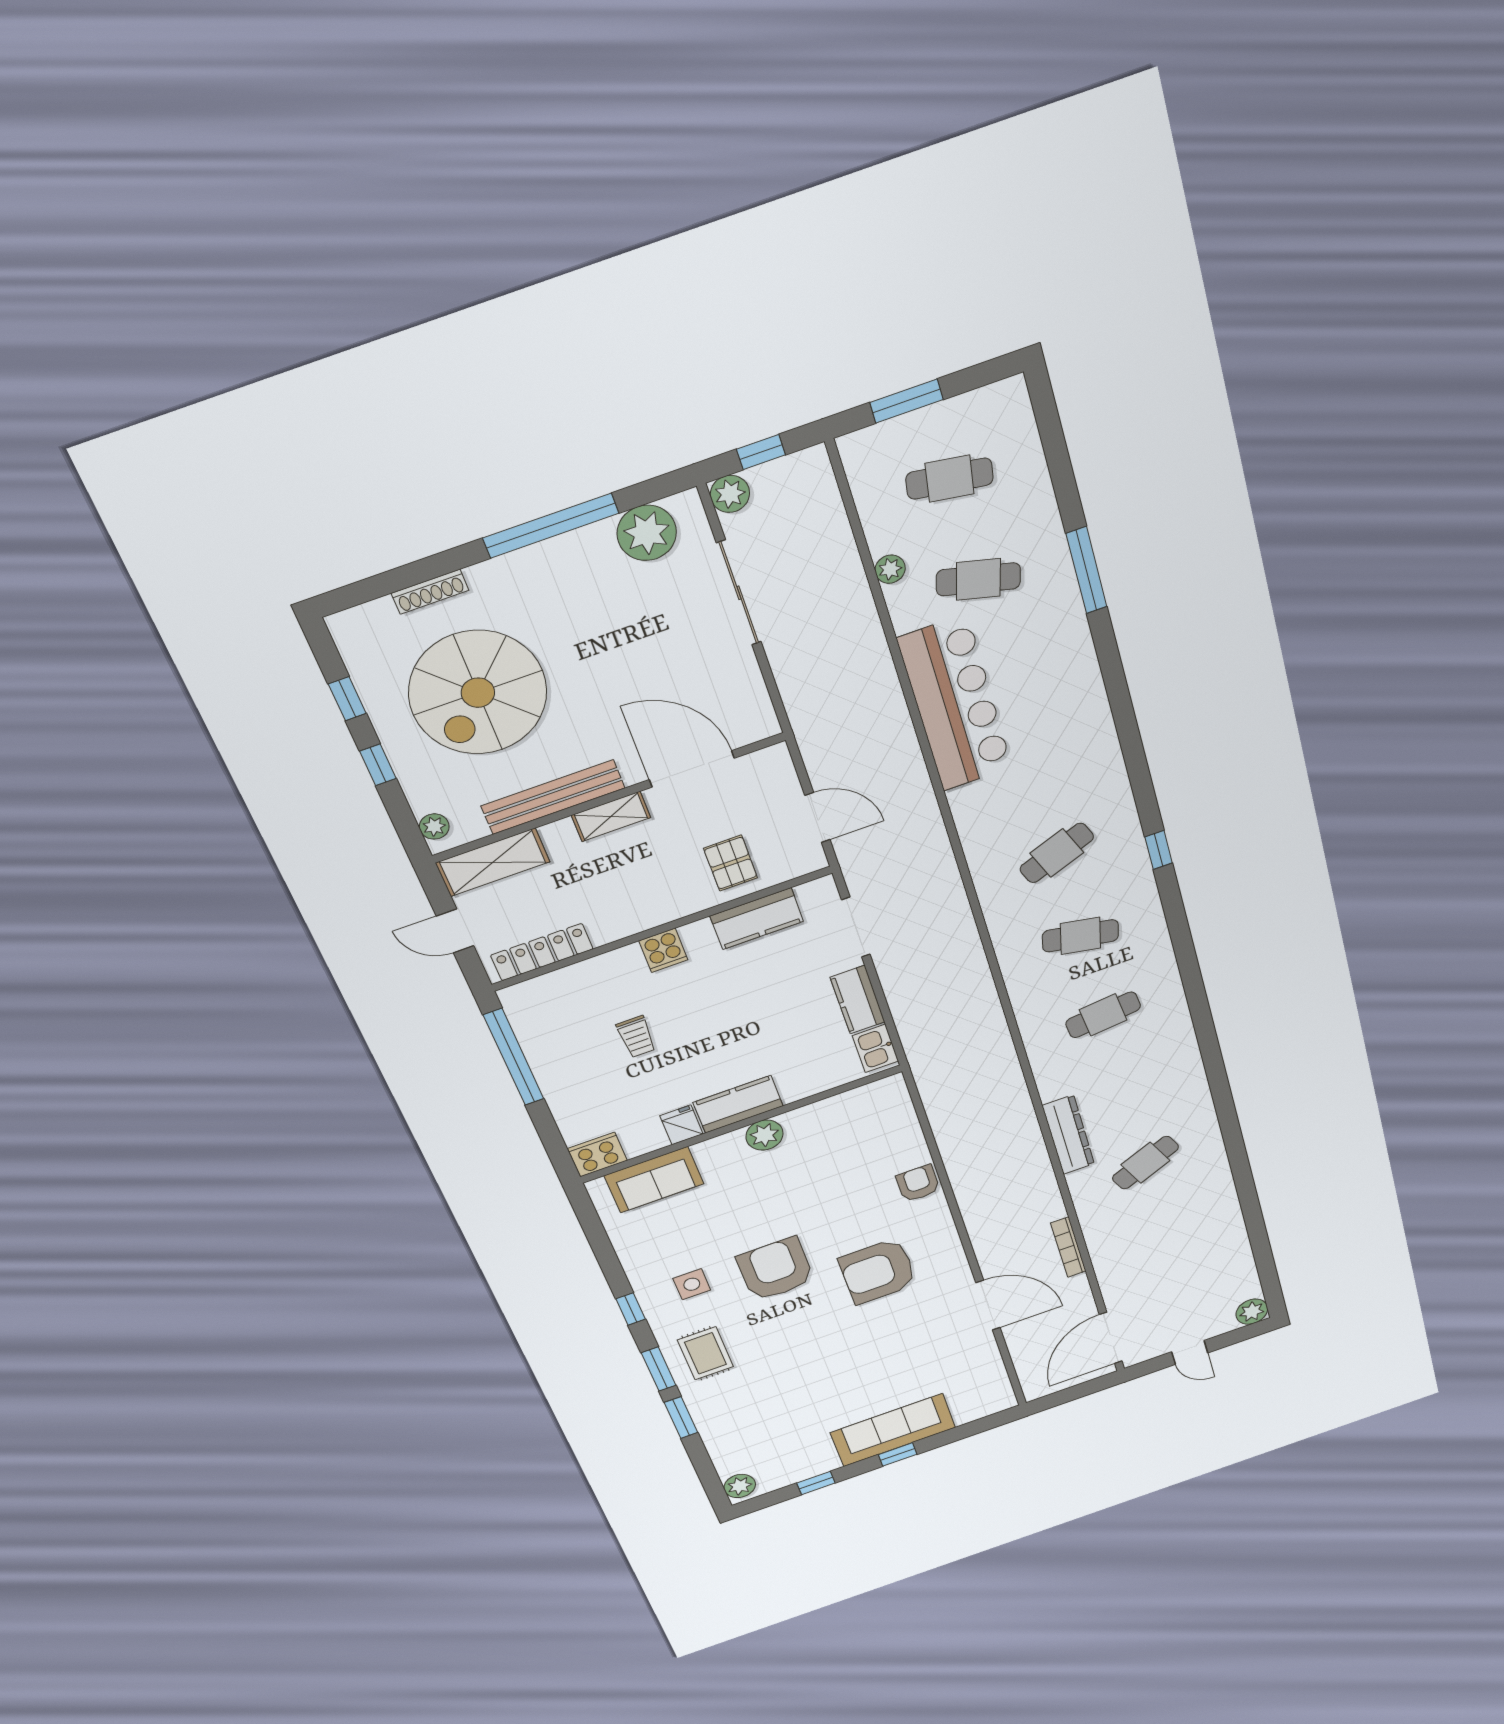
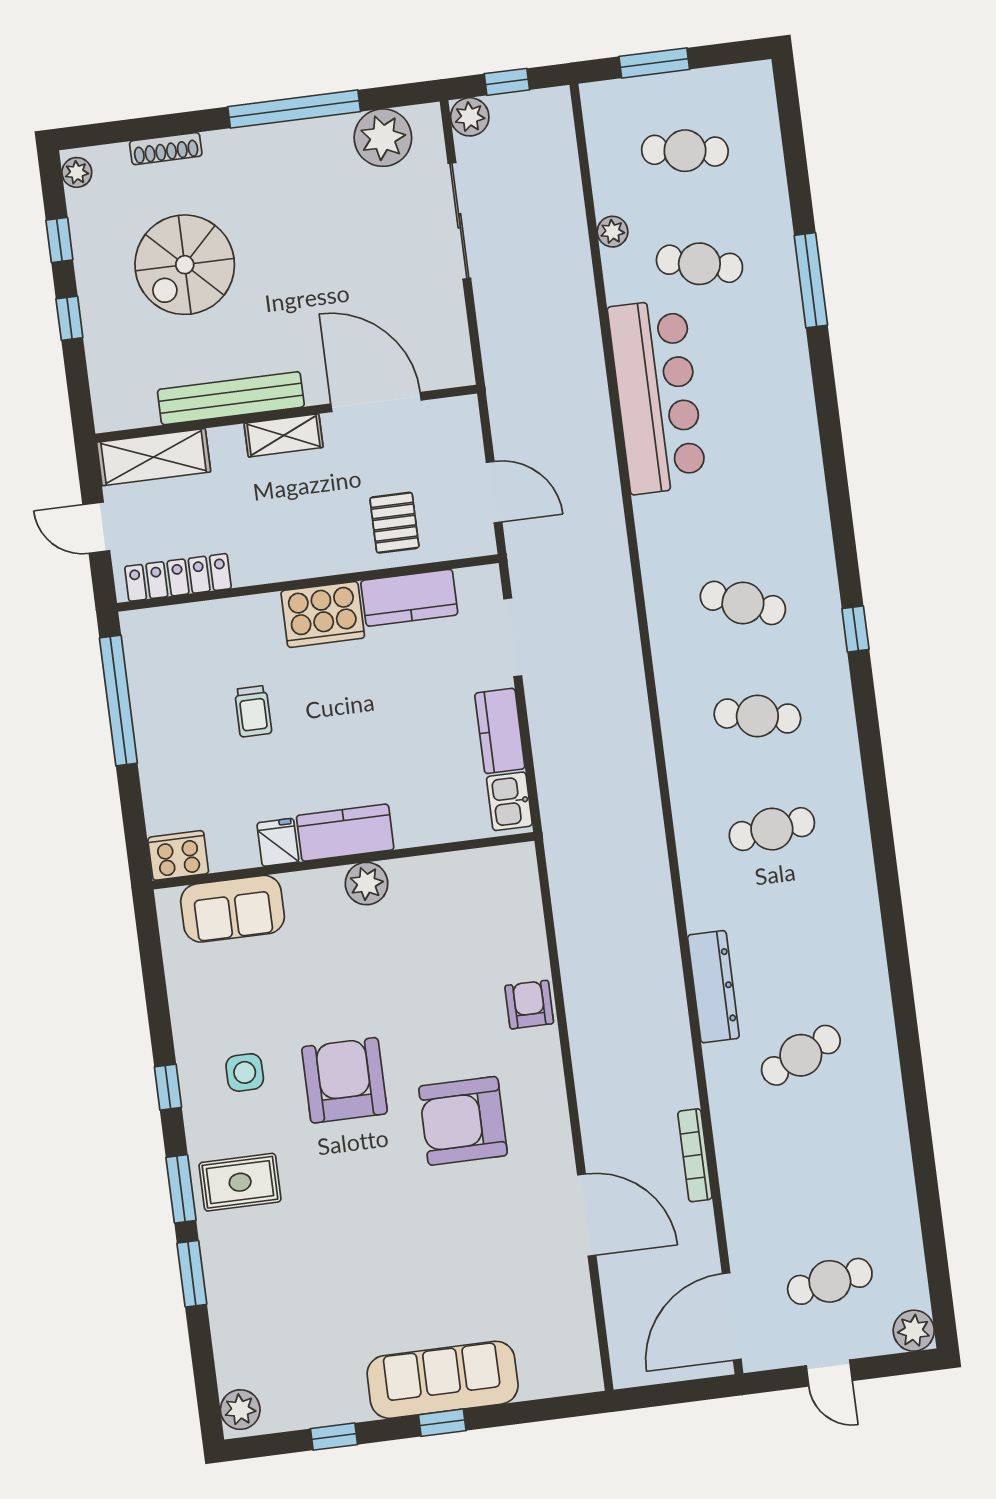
spiral stairs: (478, 693) -> (185, 265), width x0.73, depth x0.73
plant: (434, 827) -> (77, 172), moved
cafe table: (1057, 853) -> (743, 603), turned 42
cooker: (663, 950) -> (323, 614), width x1.87, depth x1.31
cafe table: (1184, 1298) -> (830, 1281), added
rug: (705, 1353) -> (240, 1182), turned 90

